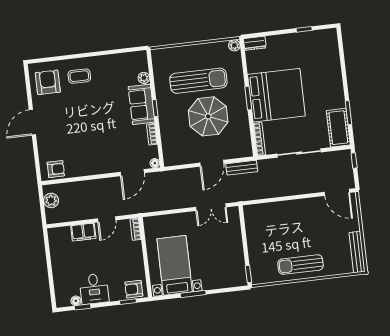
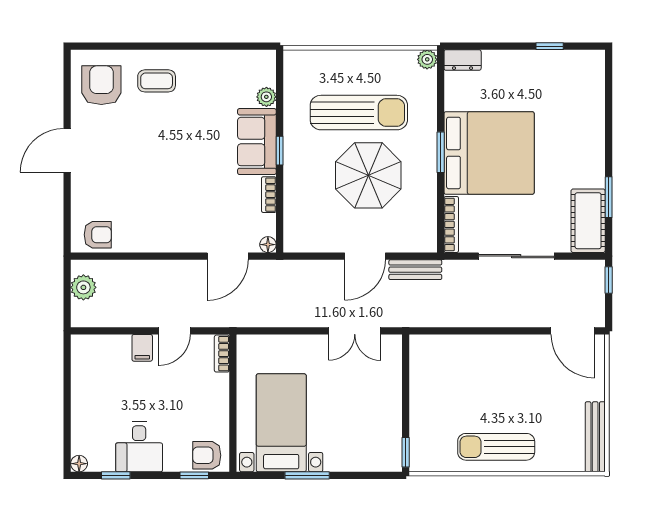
filing cabinet: (83, 232) -> (142, 348), width x0.50
floor lamp: (76, 301) -> (79, 464), moved

